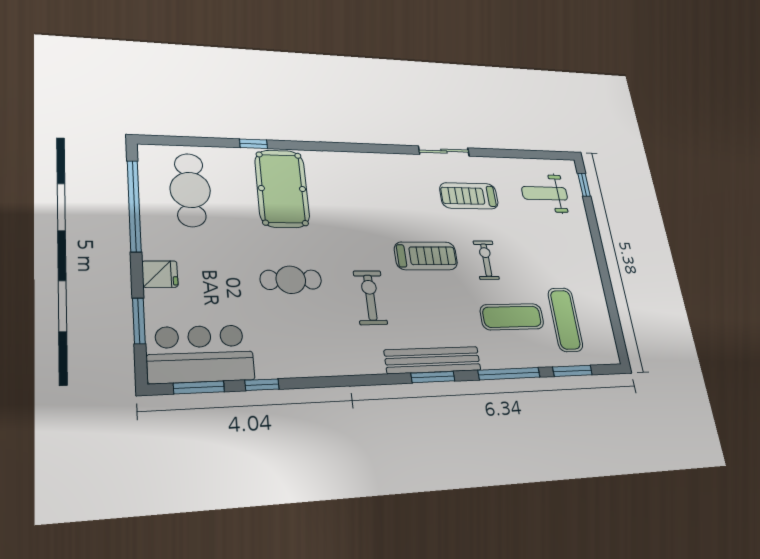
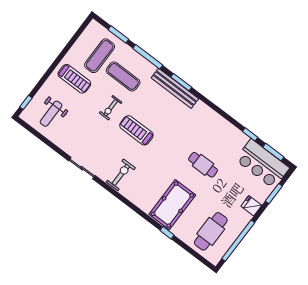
weight bench: (545, 193) -> (51, 114), turned 90
treadmill: (469, 196) -> (74, 79), moved
exercise bike: (370, 298) -> (121, 175), moved, turned 180

